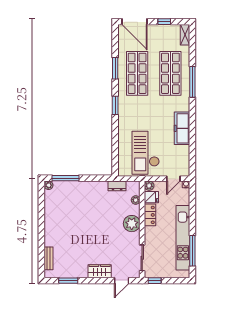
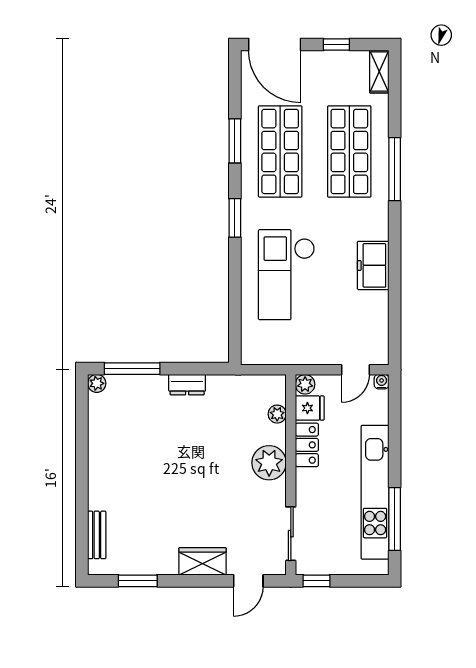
freezer: (182, 128) -> (373, 265), width x0.71
checkout: (146, 153) -> (286, 275), moved
dresser: (117, 186) -> (187, 385), moved

